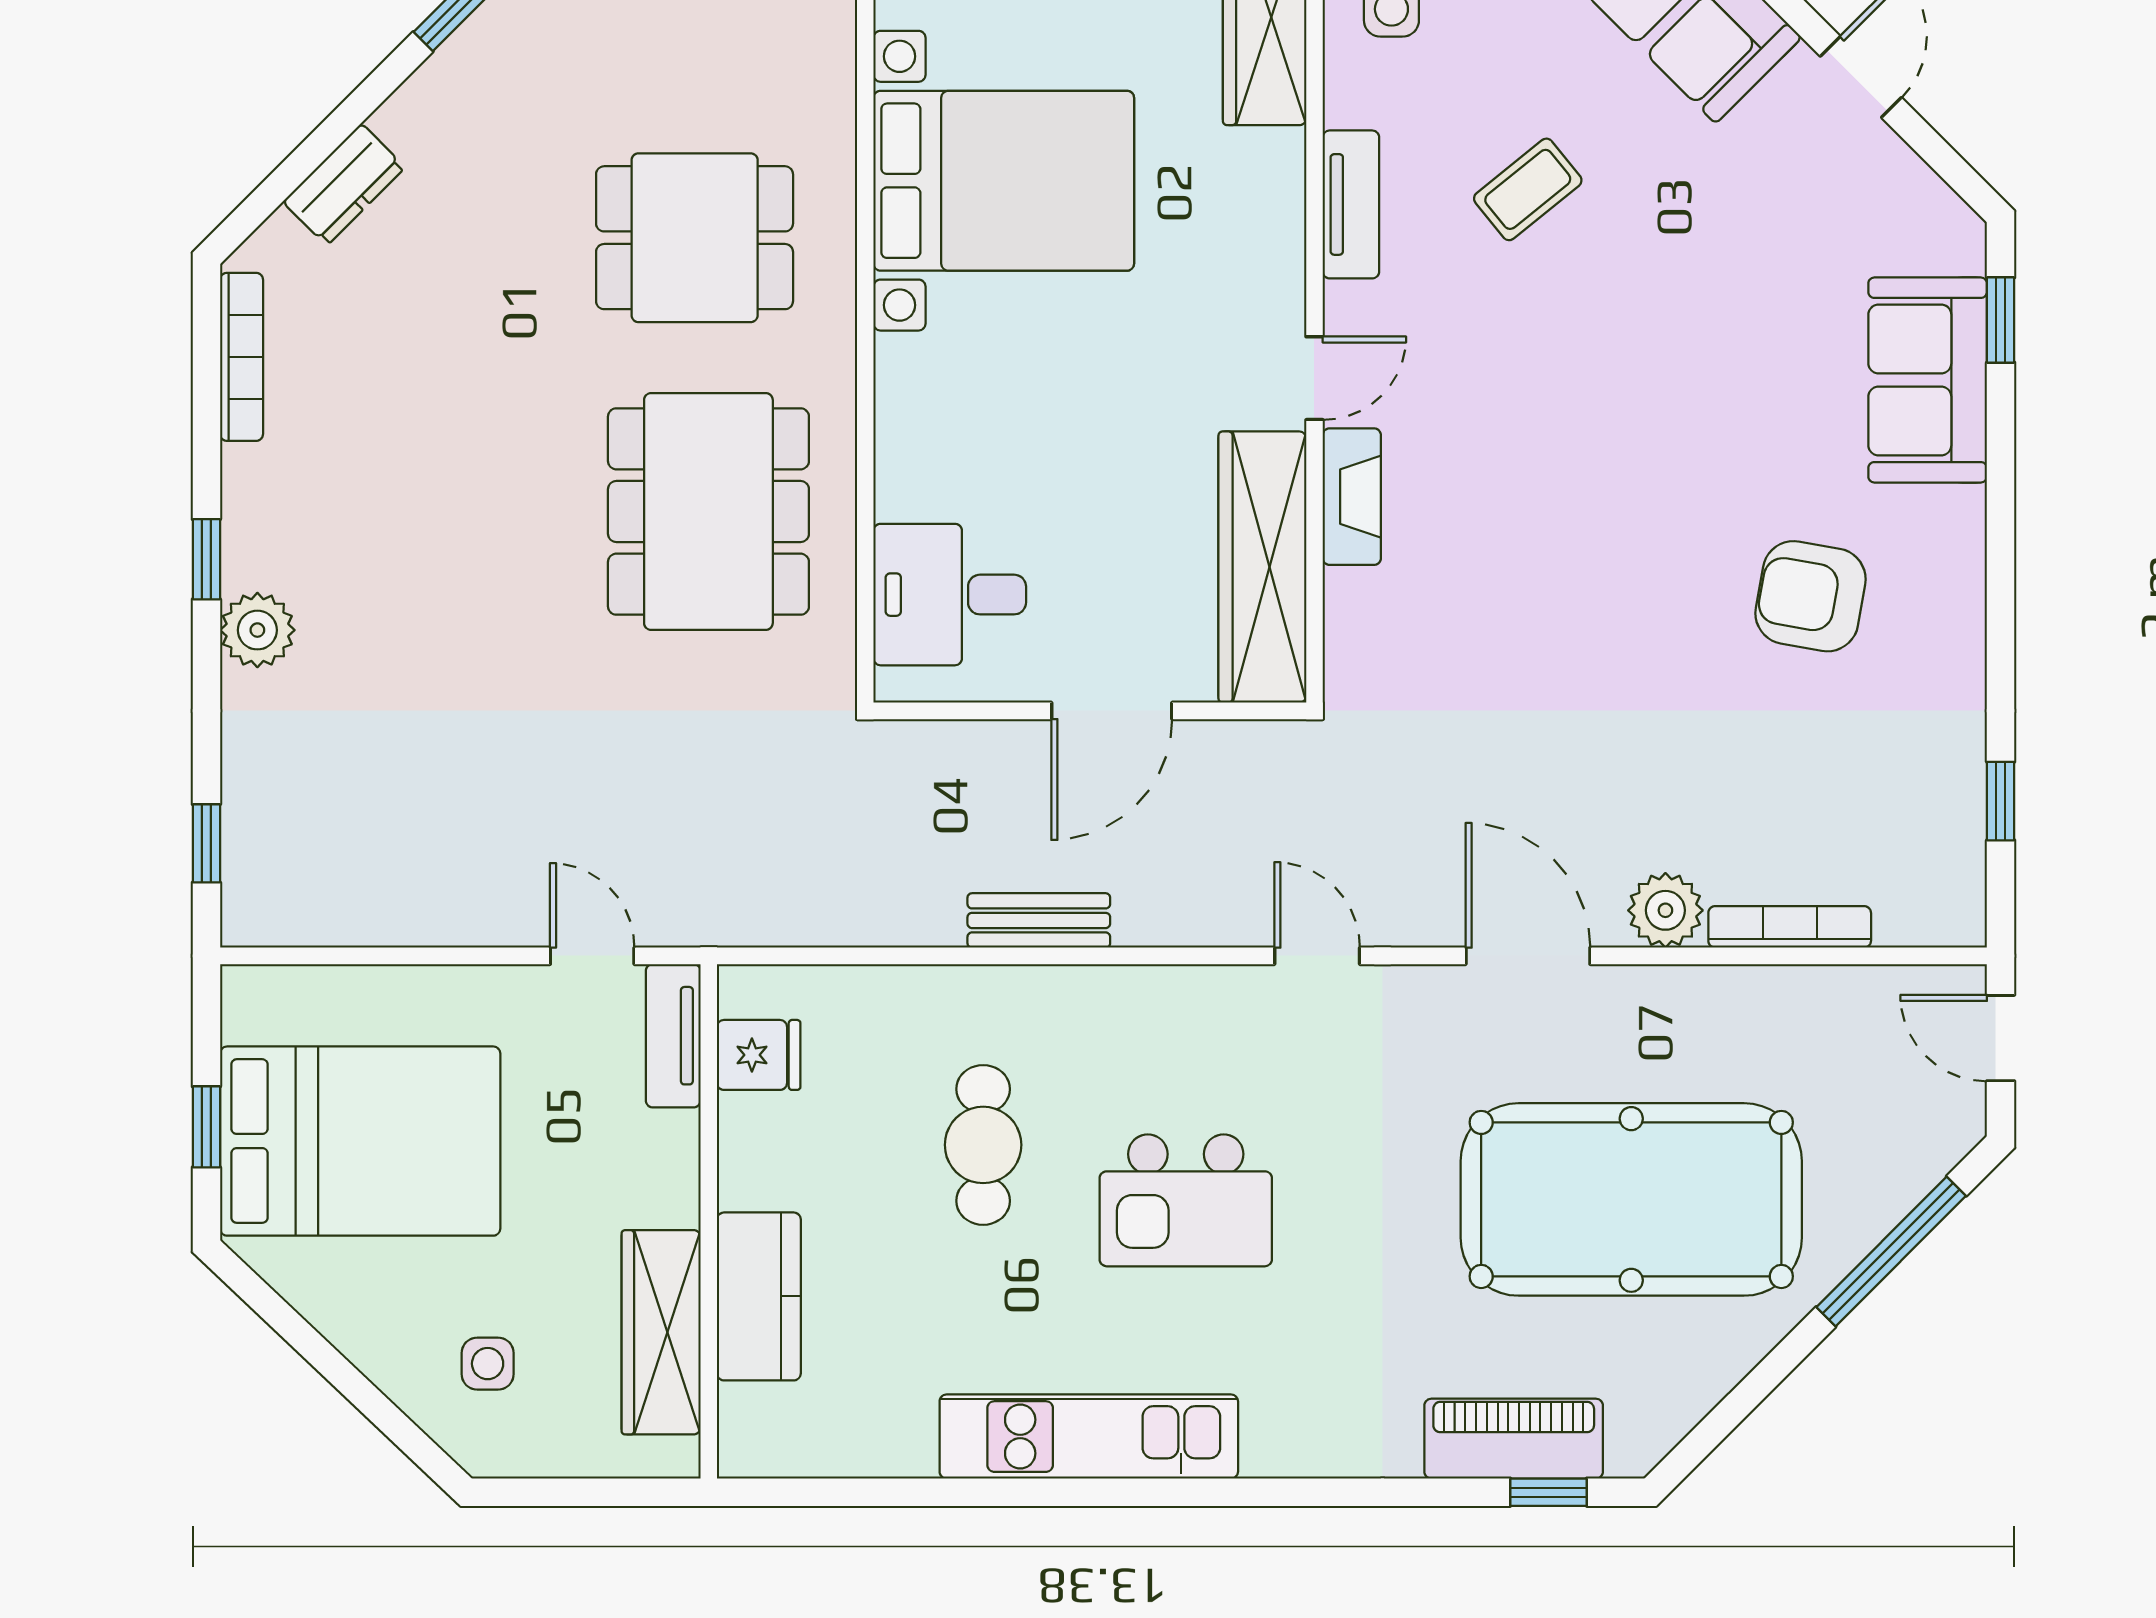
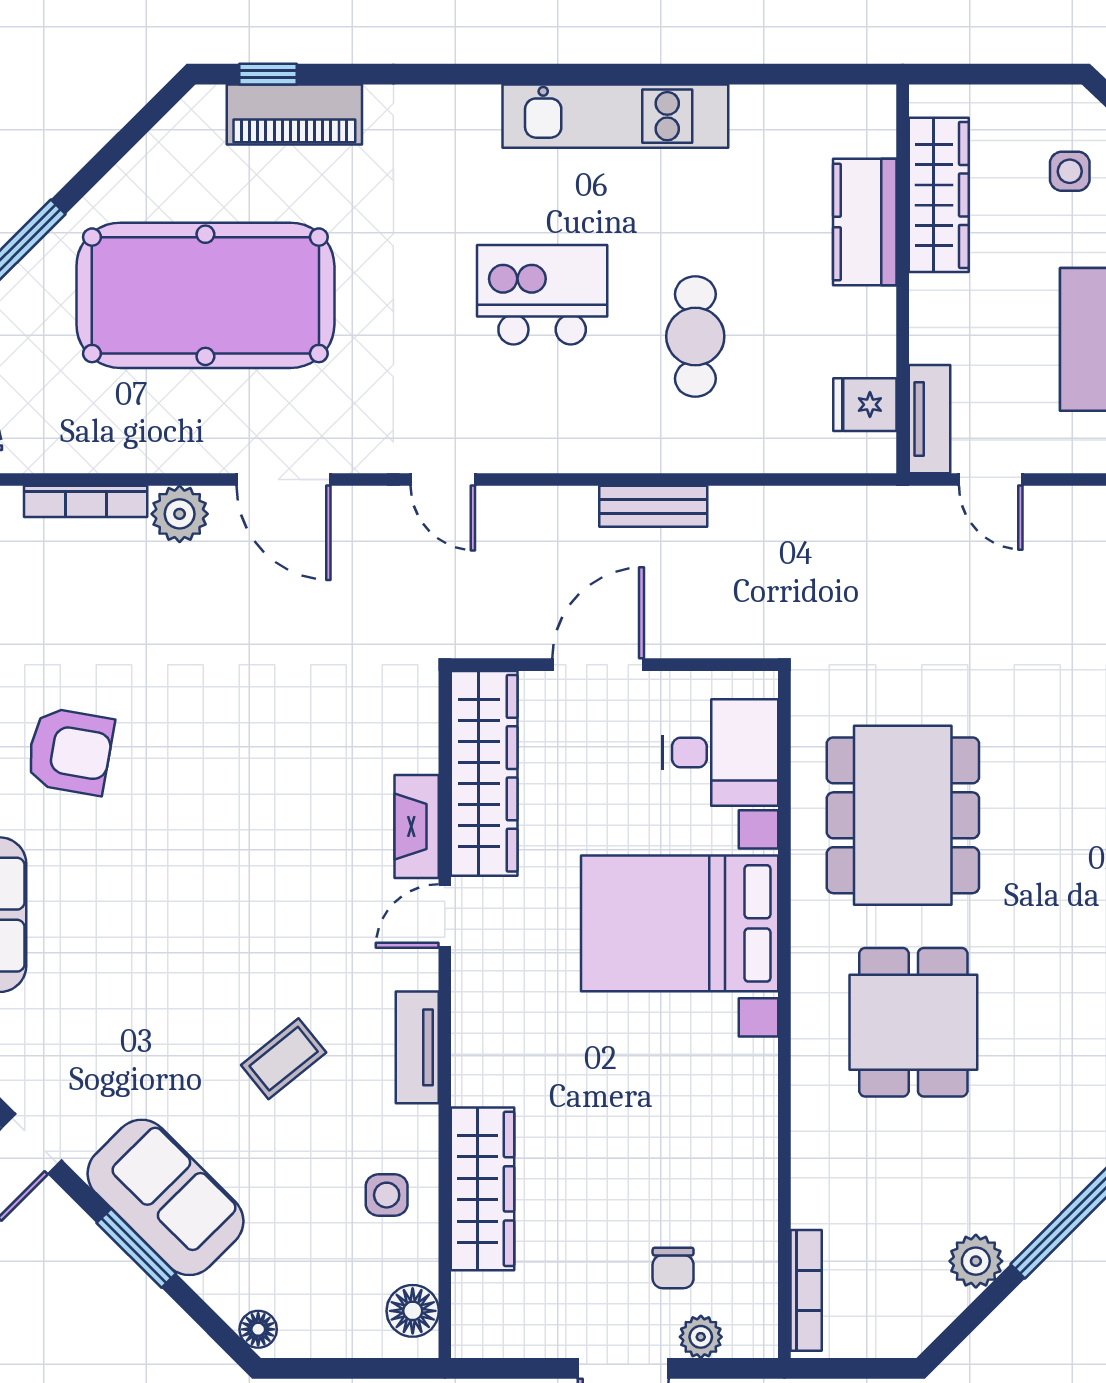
bed with nightstands: (1004, 181) -> (680, 923), moved
dining table: (695, 238) -> (913, 1022), turned 90

